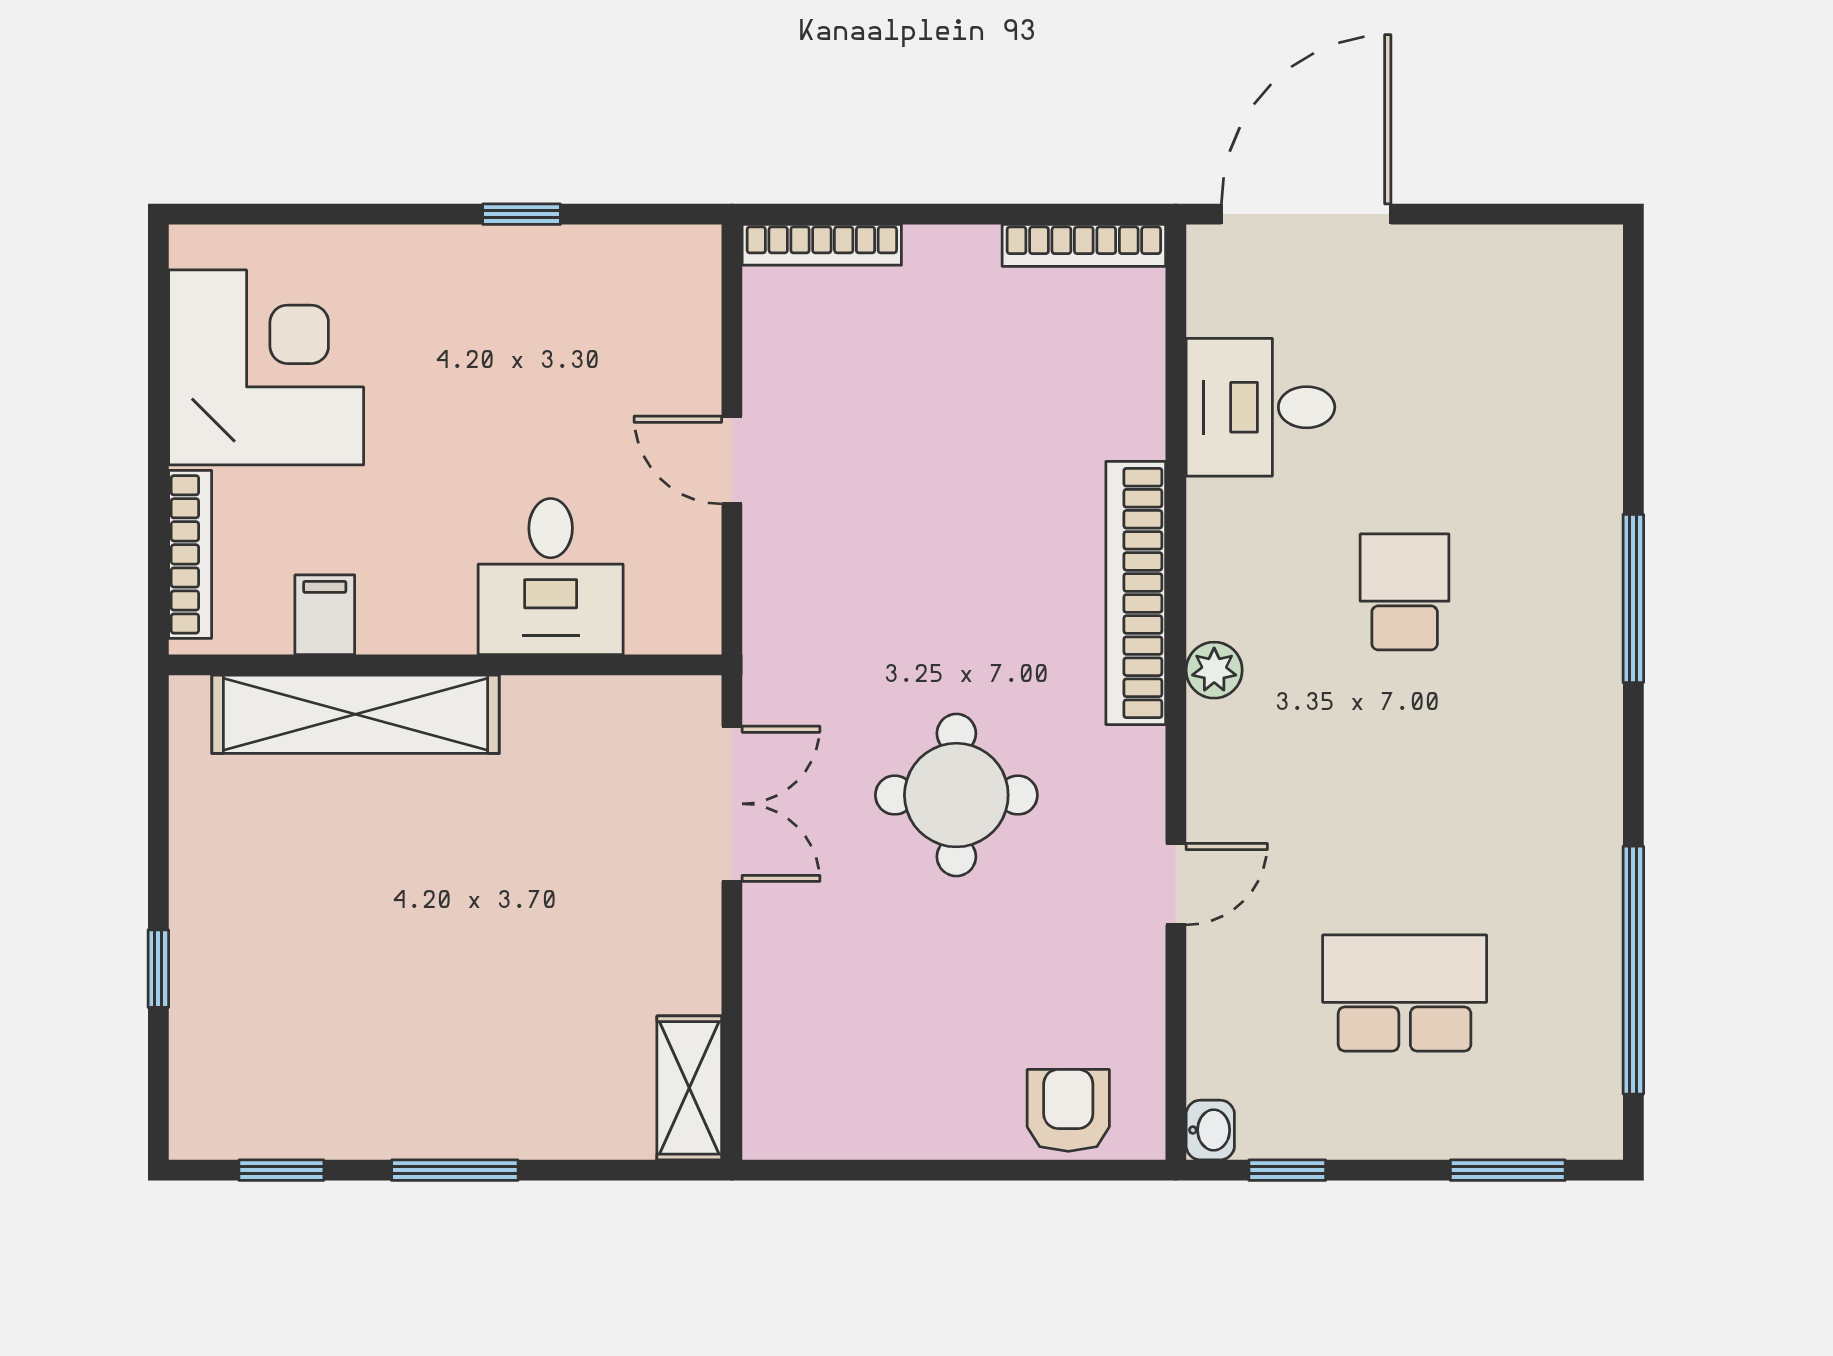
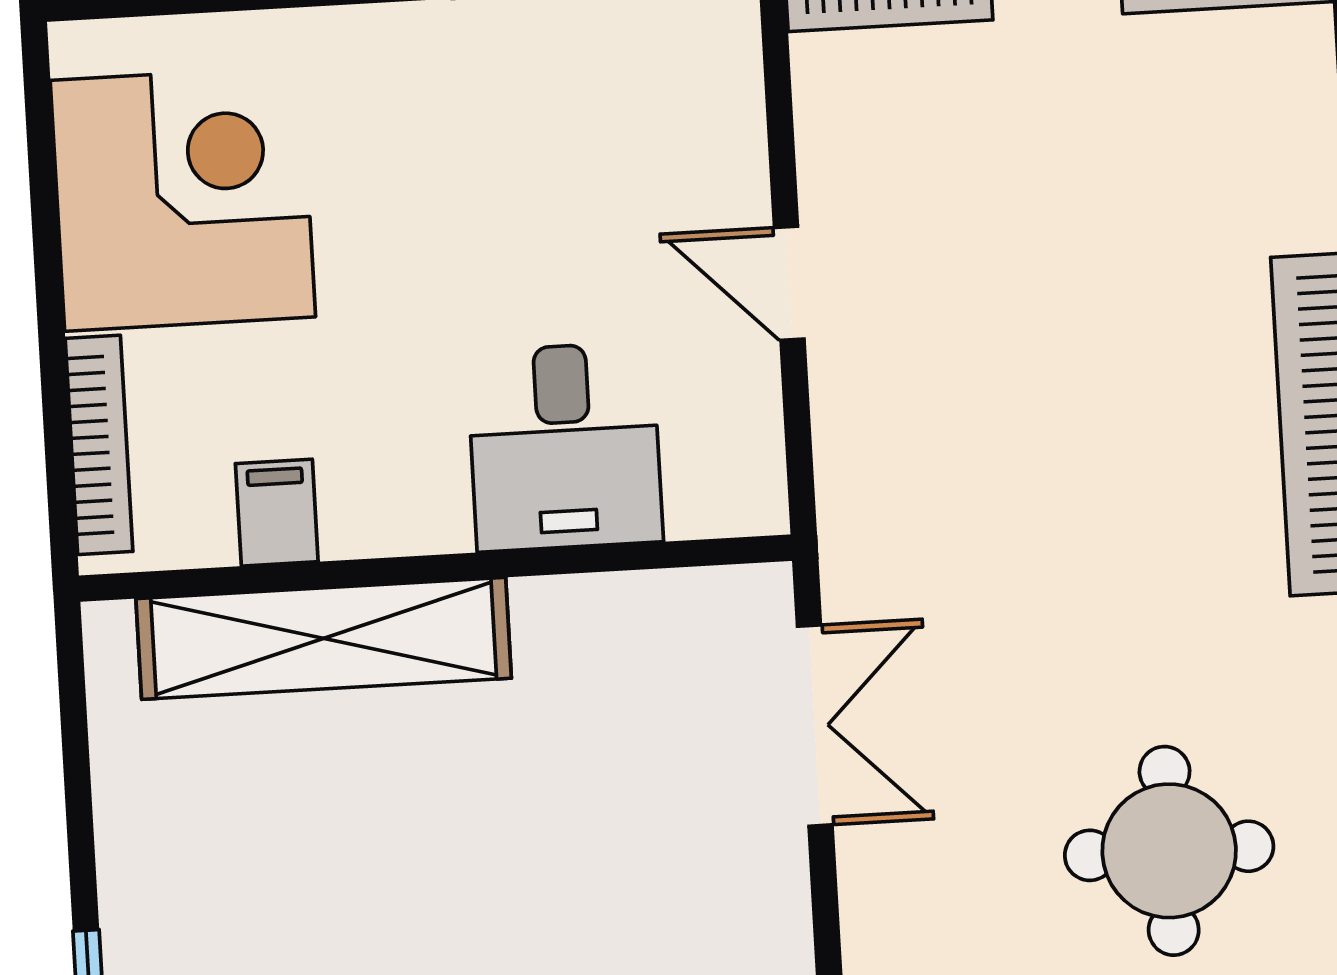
round table: (956, 795) -> (1169, 851), moved

